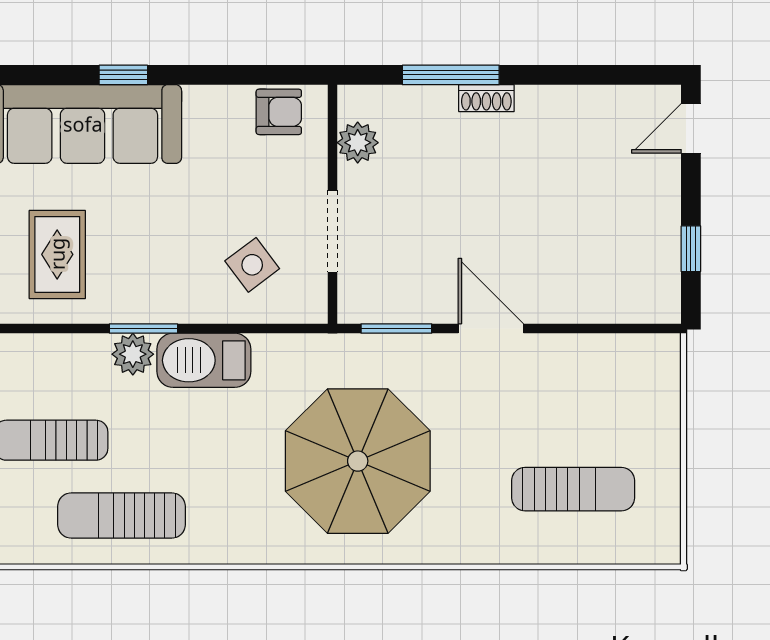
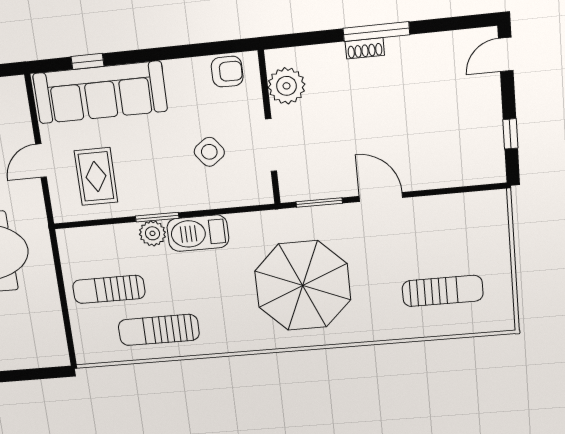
window: (123, 75) -> (87, 61), moved
window: (451, 75) -> (376, 32), moved
plant: (358, 143) -> (287, 86), width x1.36, depth x1.36
side table: (252, 265) -> (209, 152), moved

